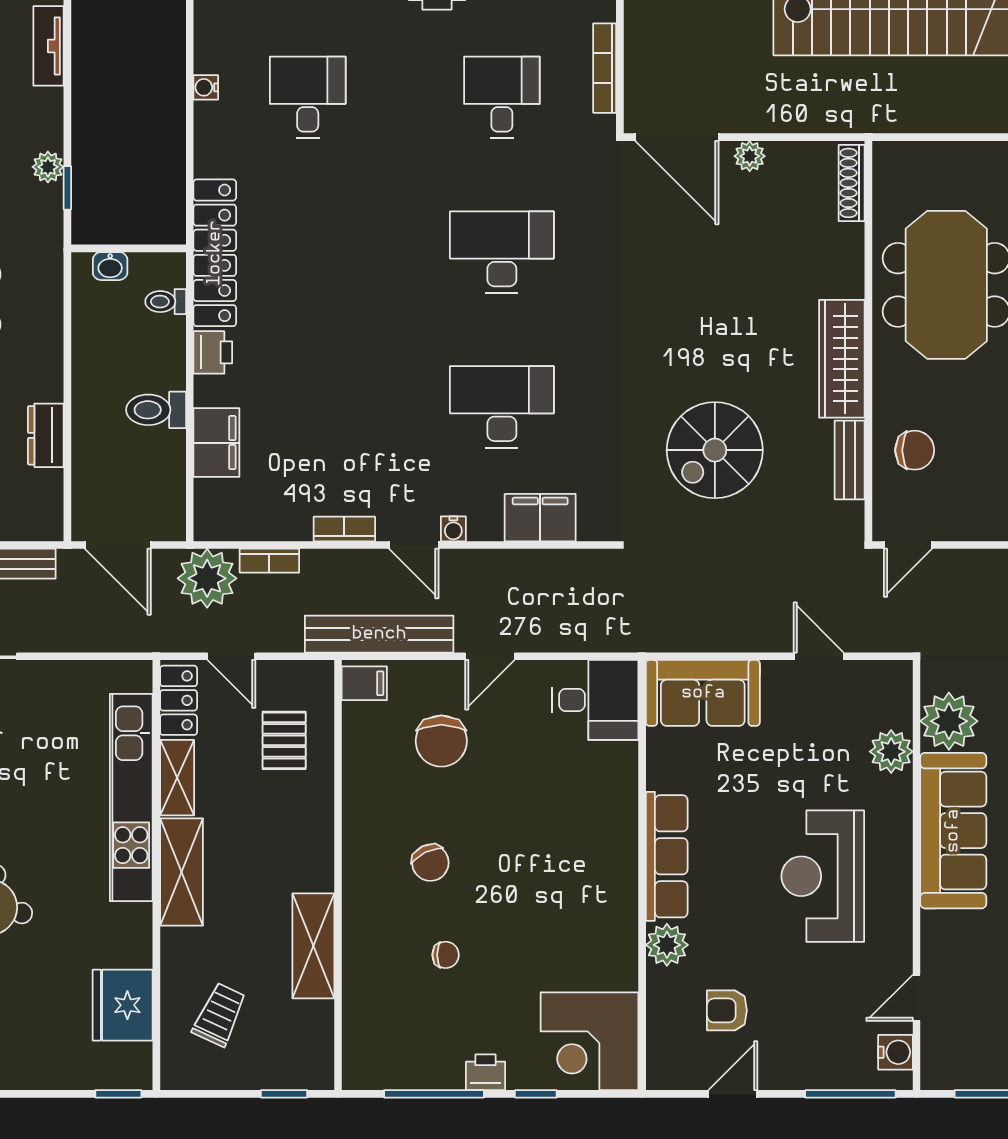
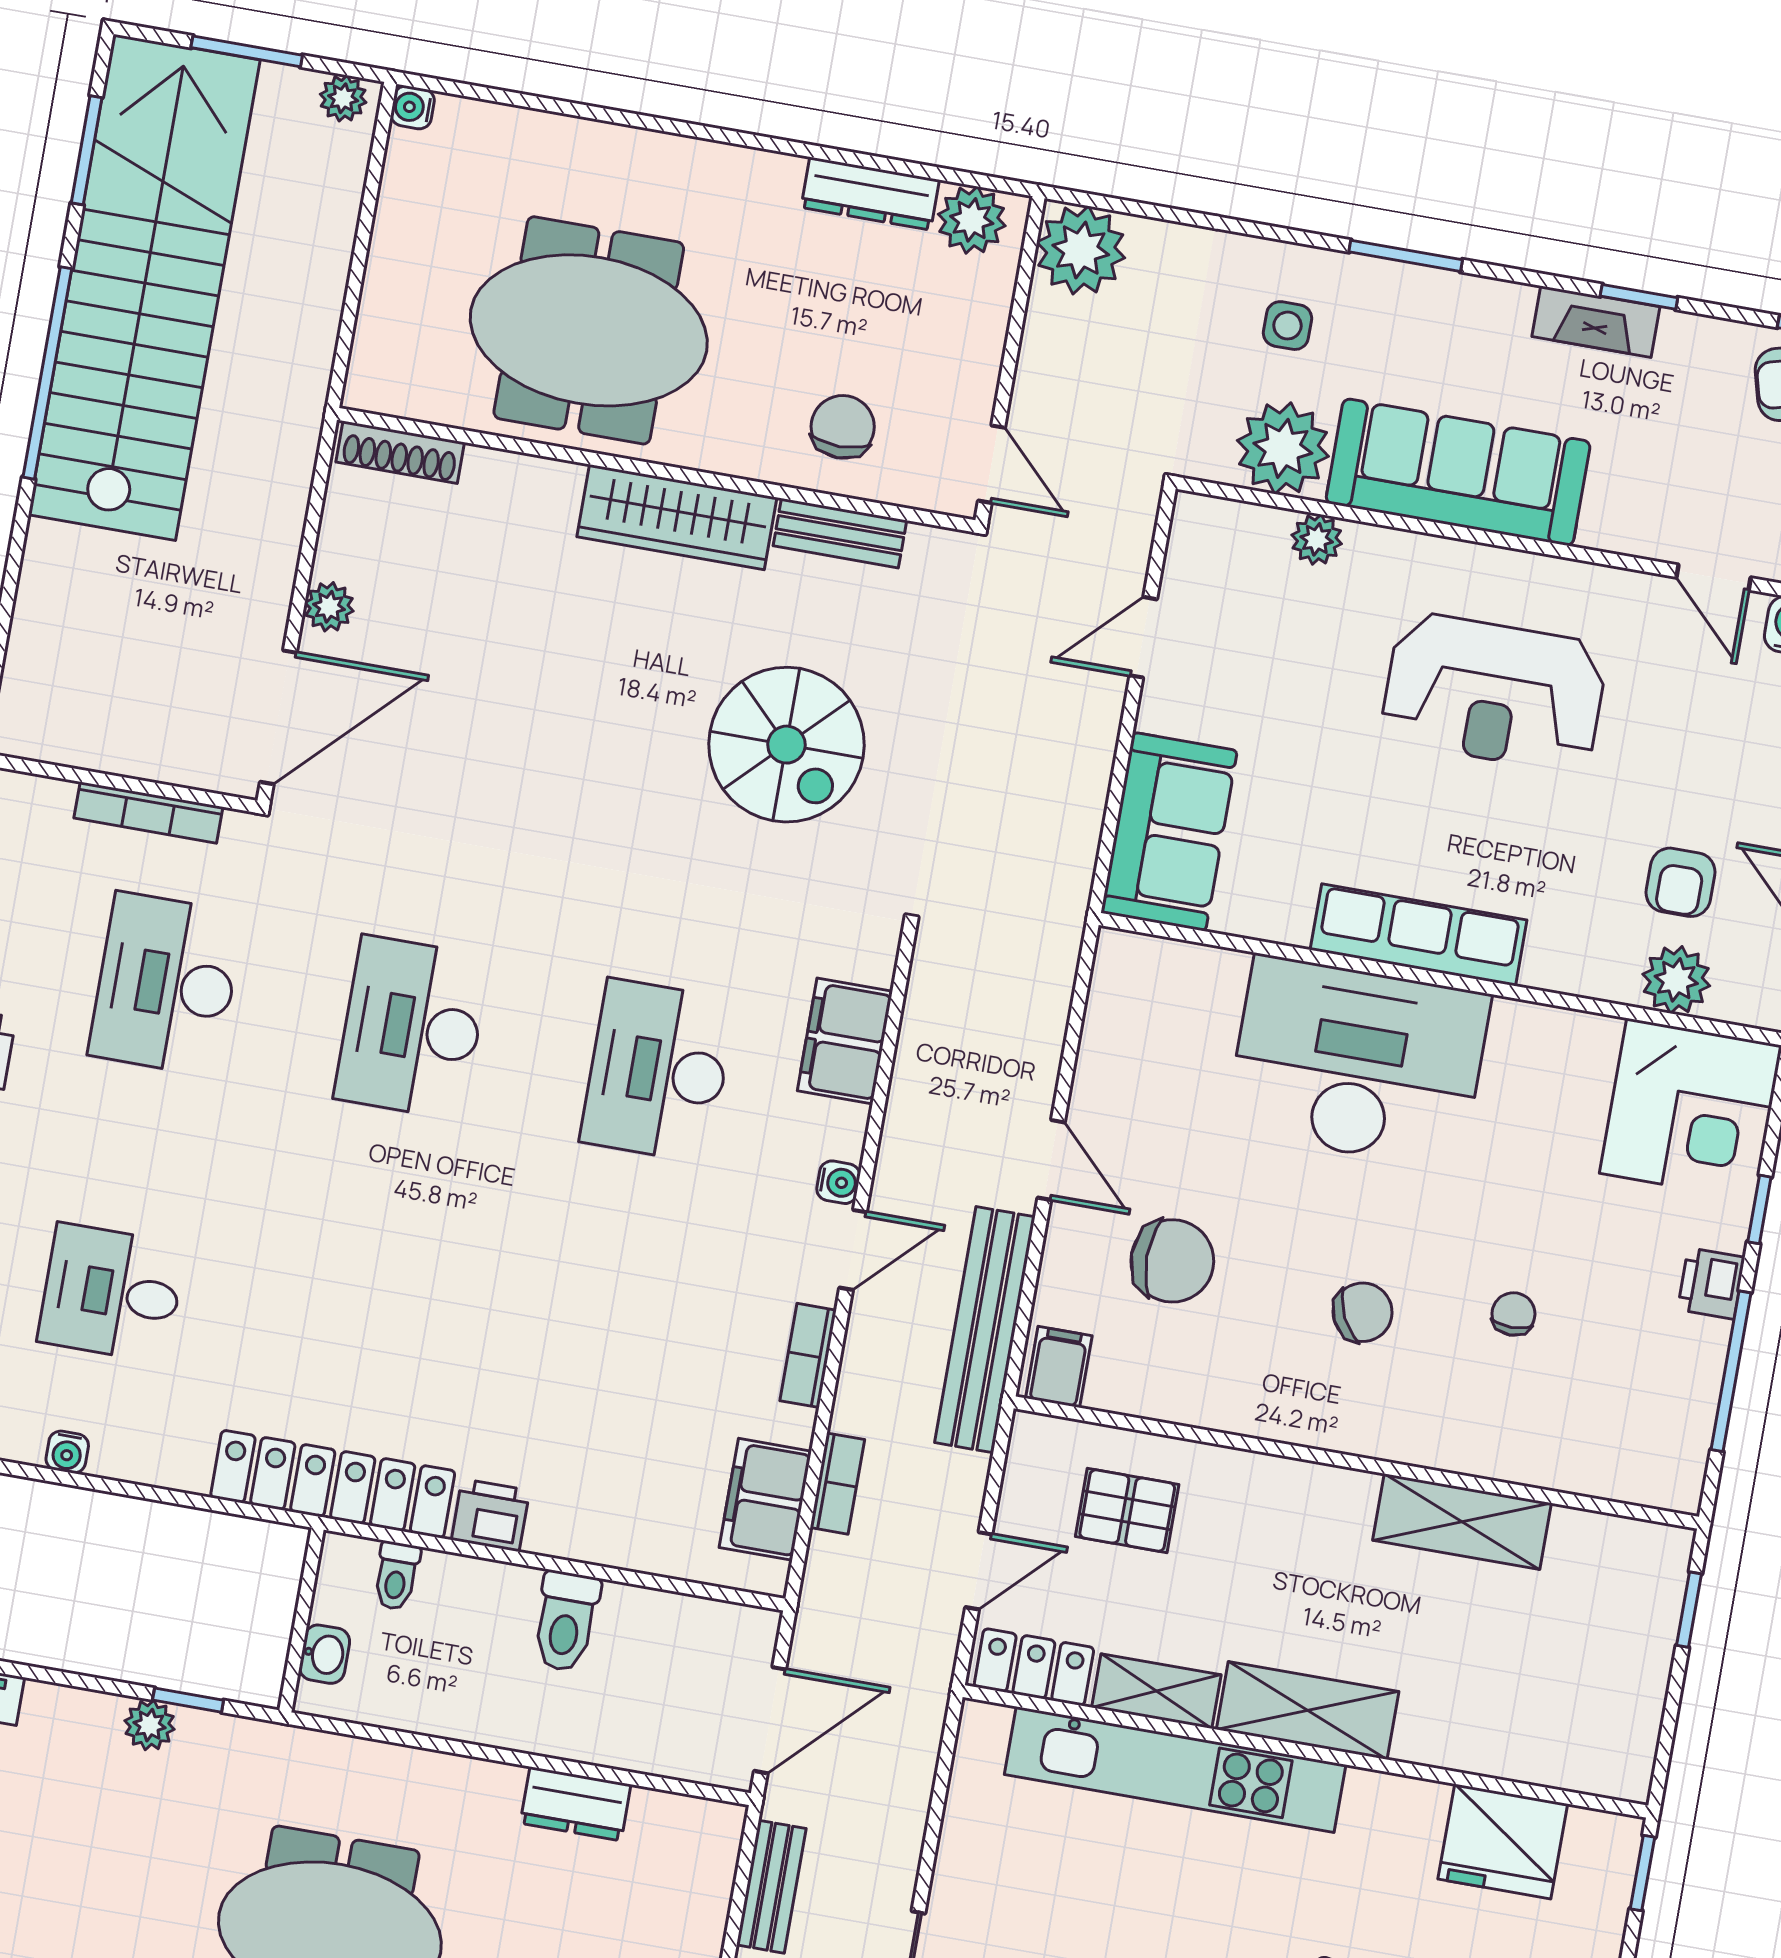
desk: (502, 97) -> (166, 984), width x1.37
filing cabinet: (216, 443) -> (765, 1499), moved, turned -90
plant: (207, 578) -> (848, 1588), removed
desk: (595, 700) -> (1358, 1062), moved, width x1.87, depth x1.30
plant: (891, 752) -> (1317, 539), width x0.73, depth x0.73
plant: (667, 945) -> (1676, 980), moved
trolley: (219, 1015) -> (1545, 1690), removed

